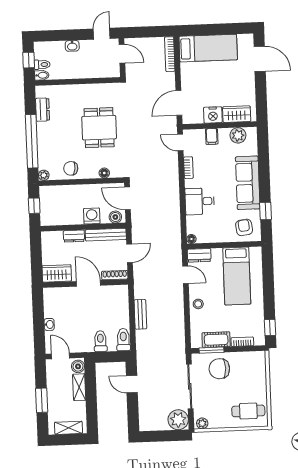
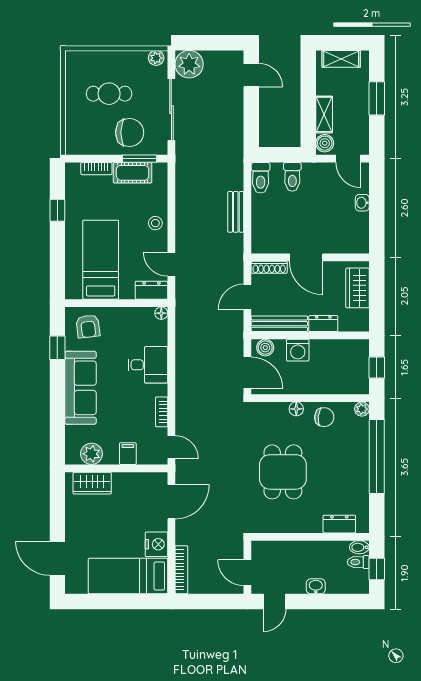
dresser: (43, 110) -> (339, 524), moved, turned 90
nightstand: (213, 115) -> (156, 544), moved, turned 90
floor lamp: (104, 173) -> (296, 409), moved
wardrobe: (57, 273) -> (358, 288), moved, turned 90
window: (270, 327) -> (57, 210), moved
door: (132, 384) -> (251, 75), moved
cafe table: (248, 411) -> (109, 94), moved

